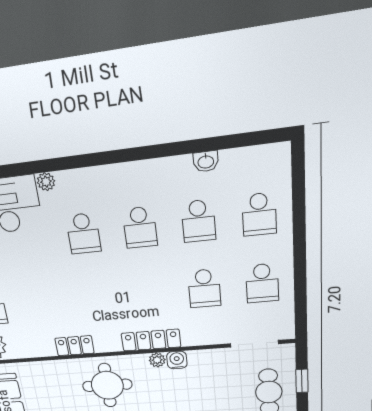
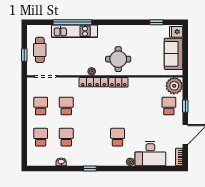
window: (135, 154) -> (90, 168), added
school desk: (140, 227) -> (92, 137), removed
locker: (74, 346) -> (118, 82), moved
water cooler: (177, 360) -> (82, 71), removed

